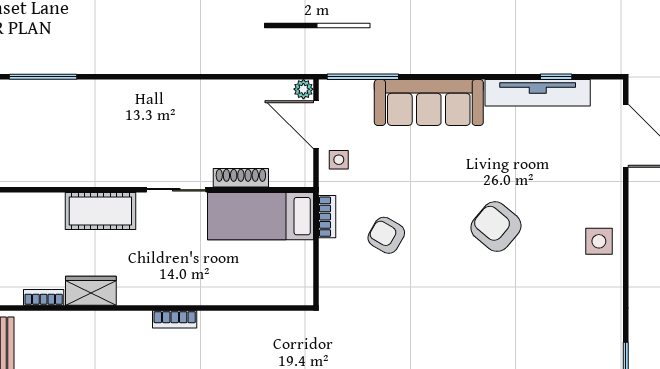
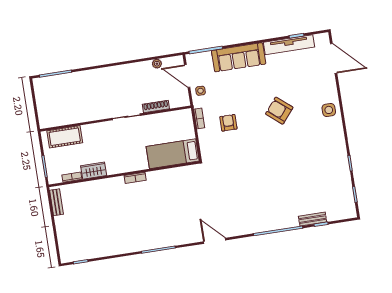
plant: (303, 89) -> (157, 64), moved
cot: (100, 211) -> (65, 137), moved
bed: (260, 216) -> (173, 154), moved
armchair: (386, 235) -> (228, 123), turned 60

